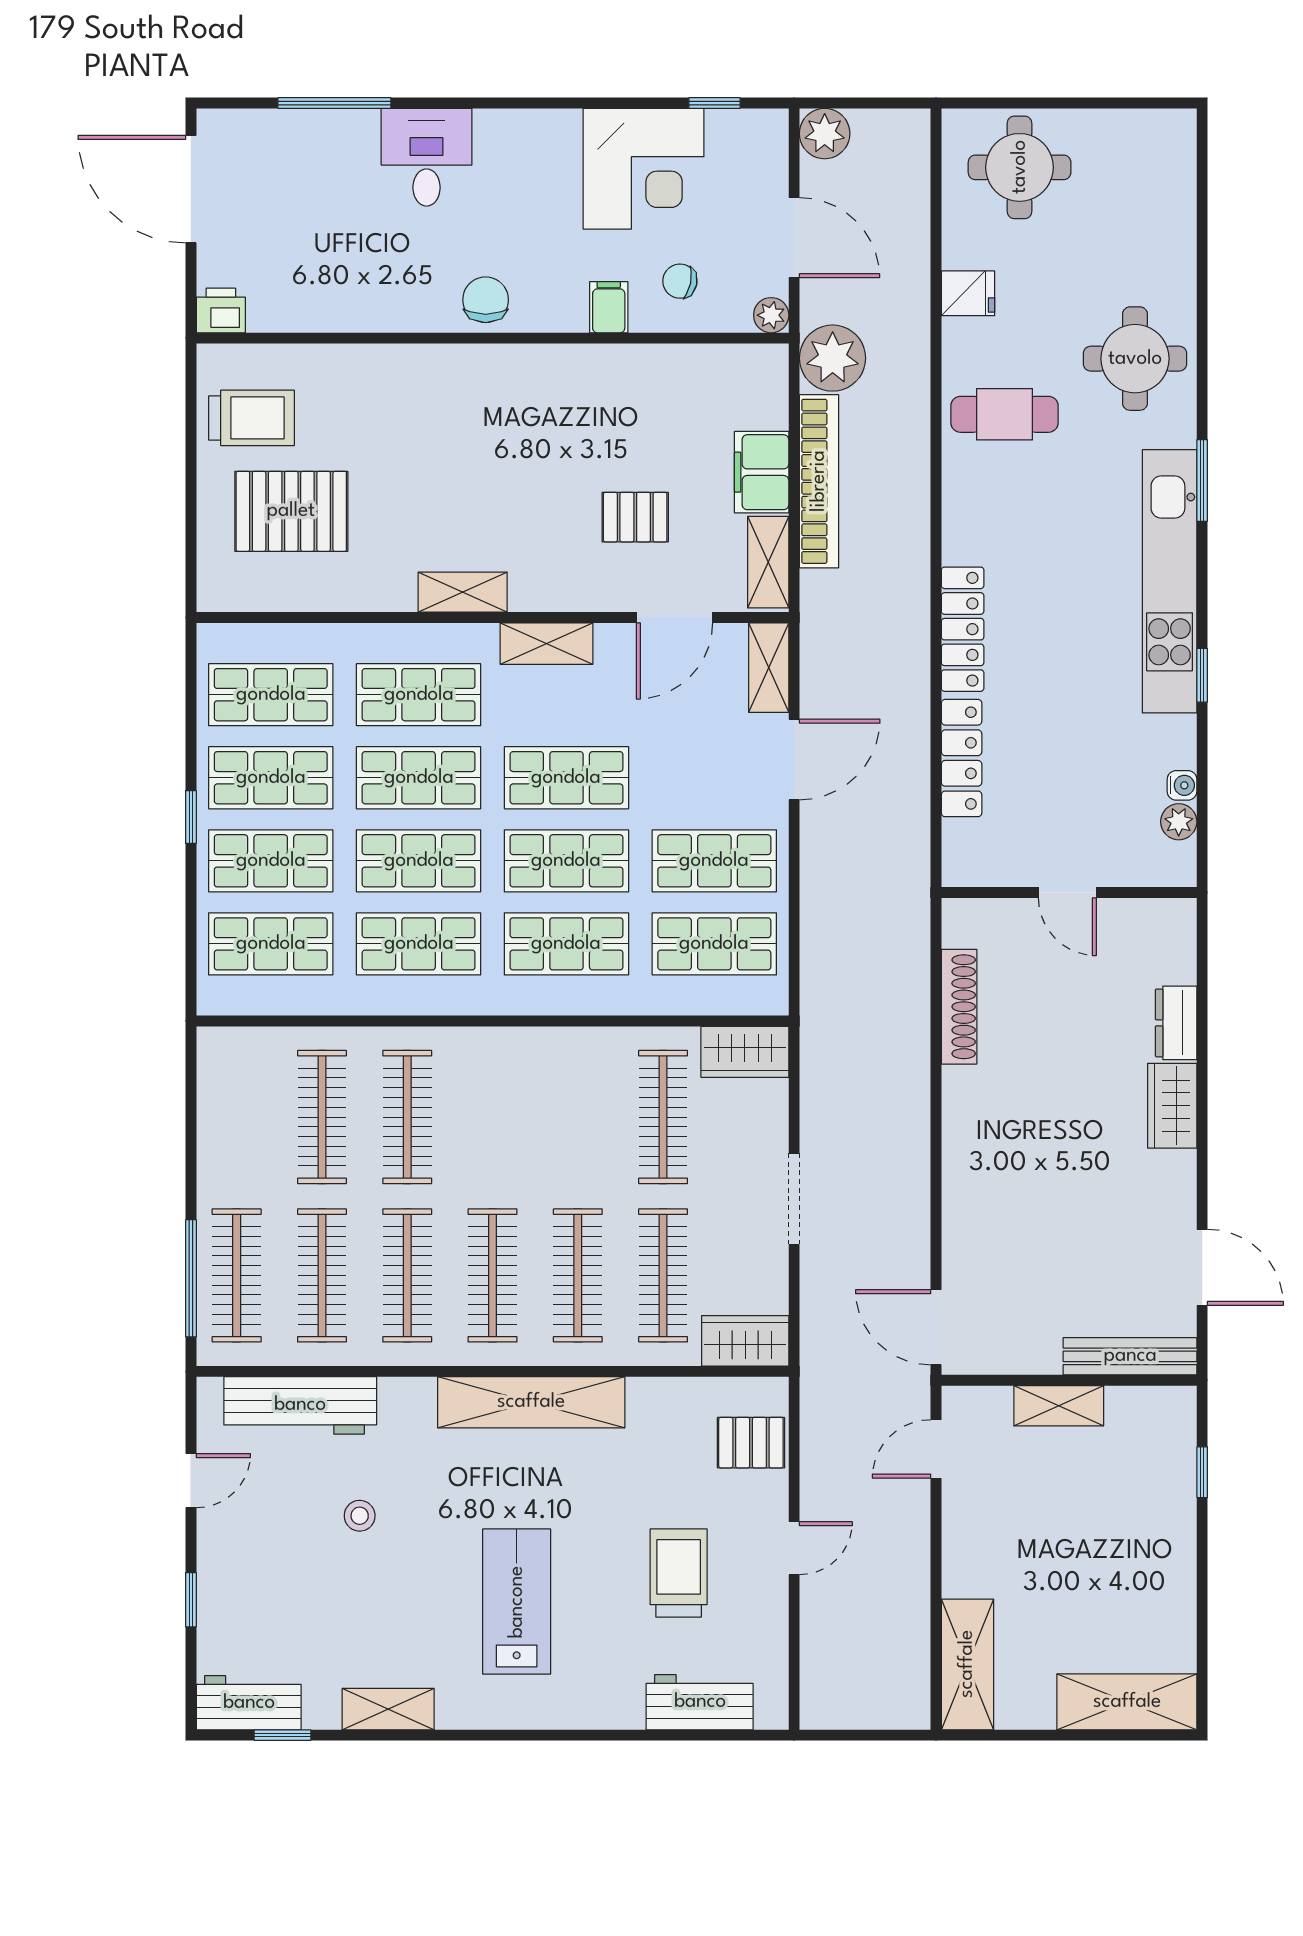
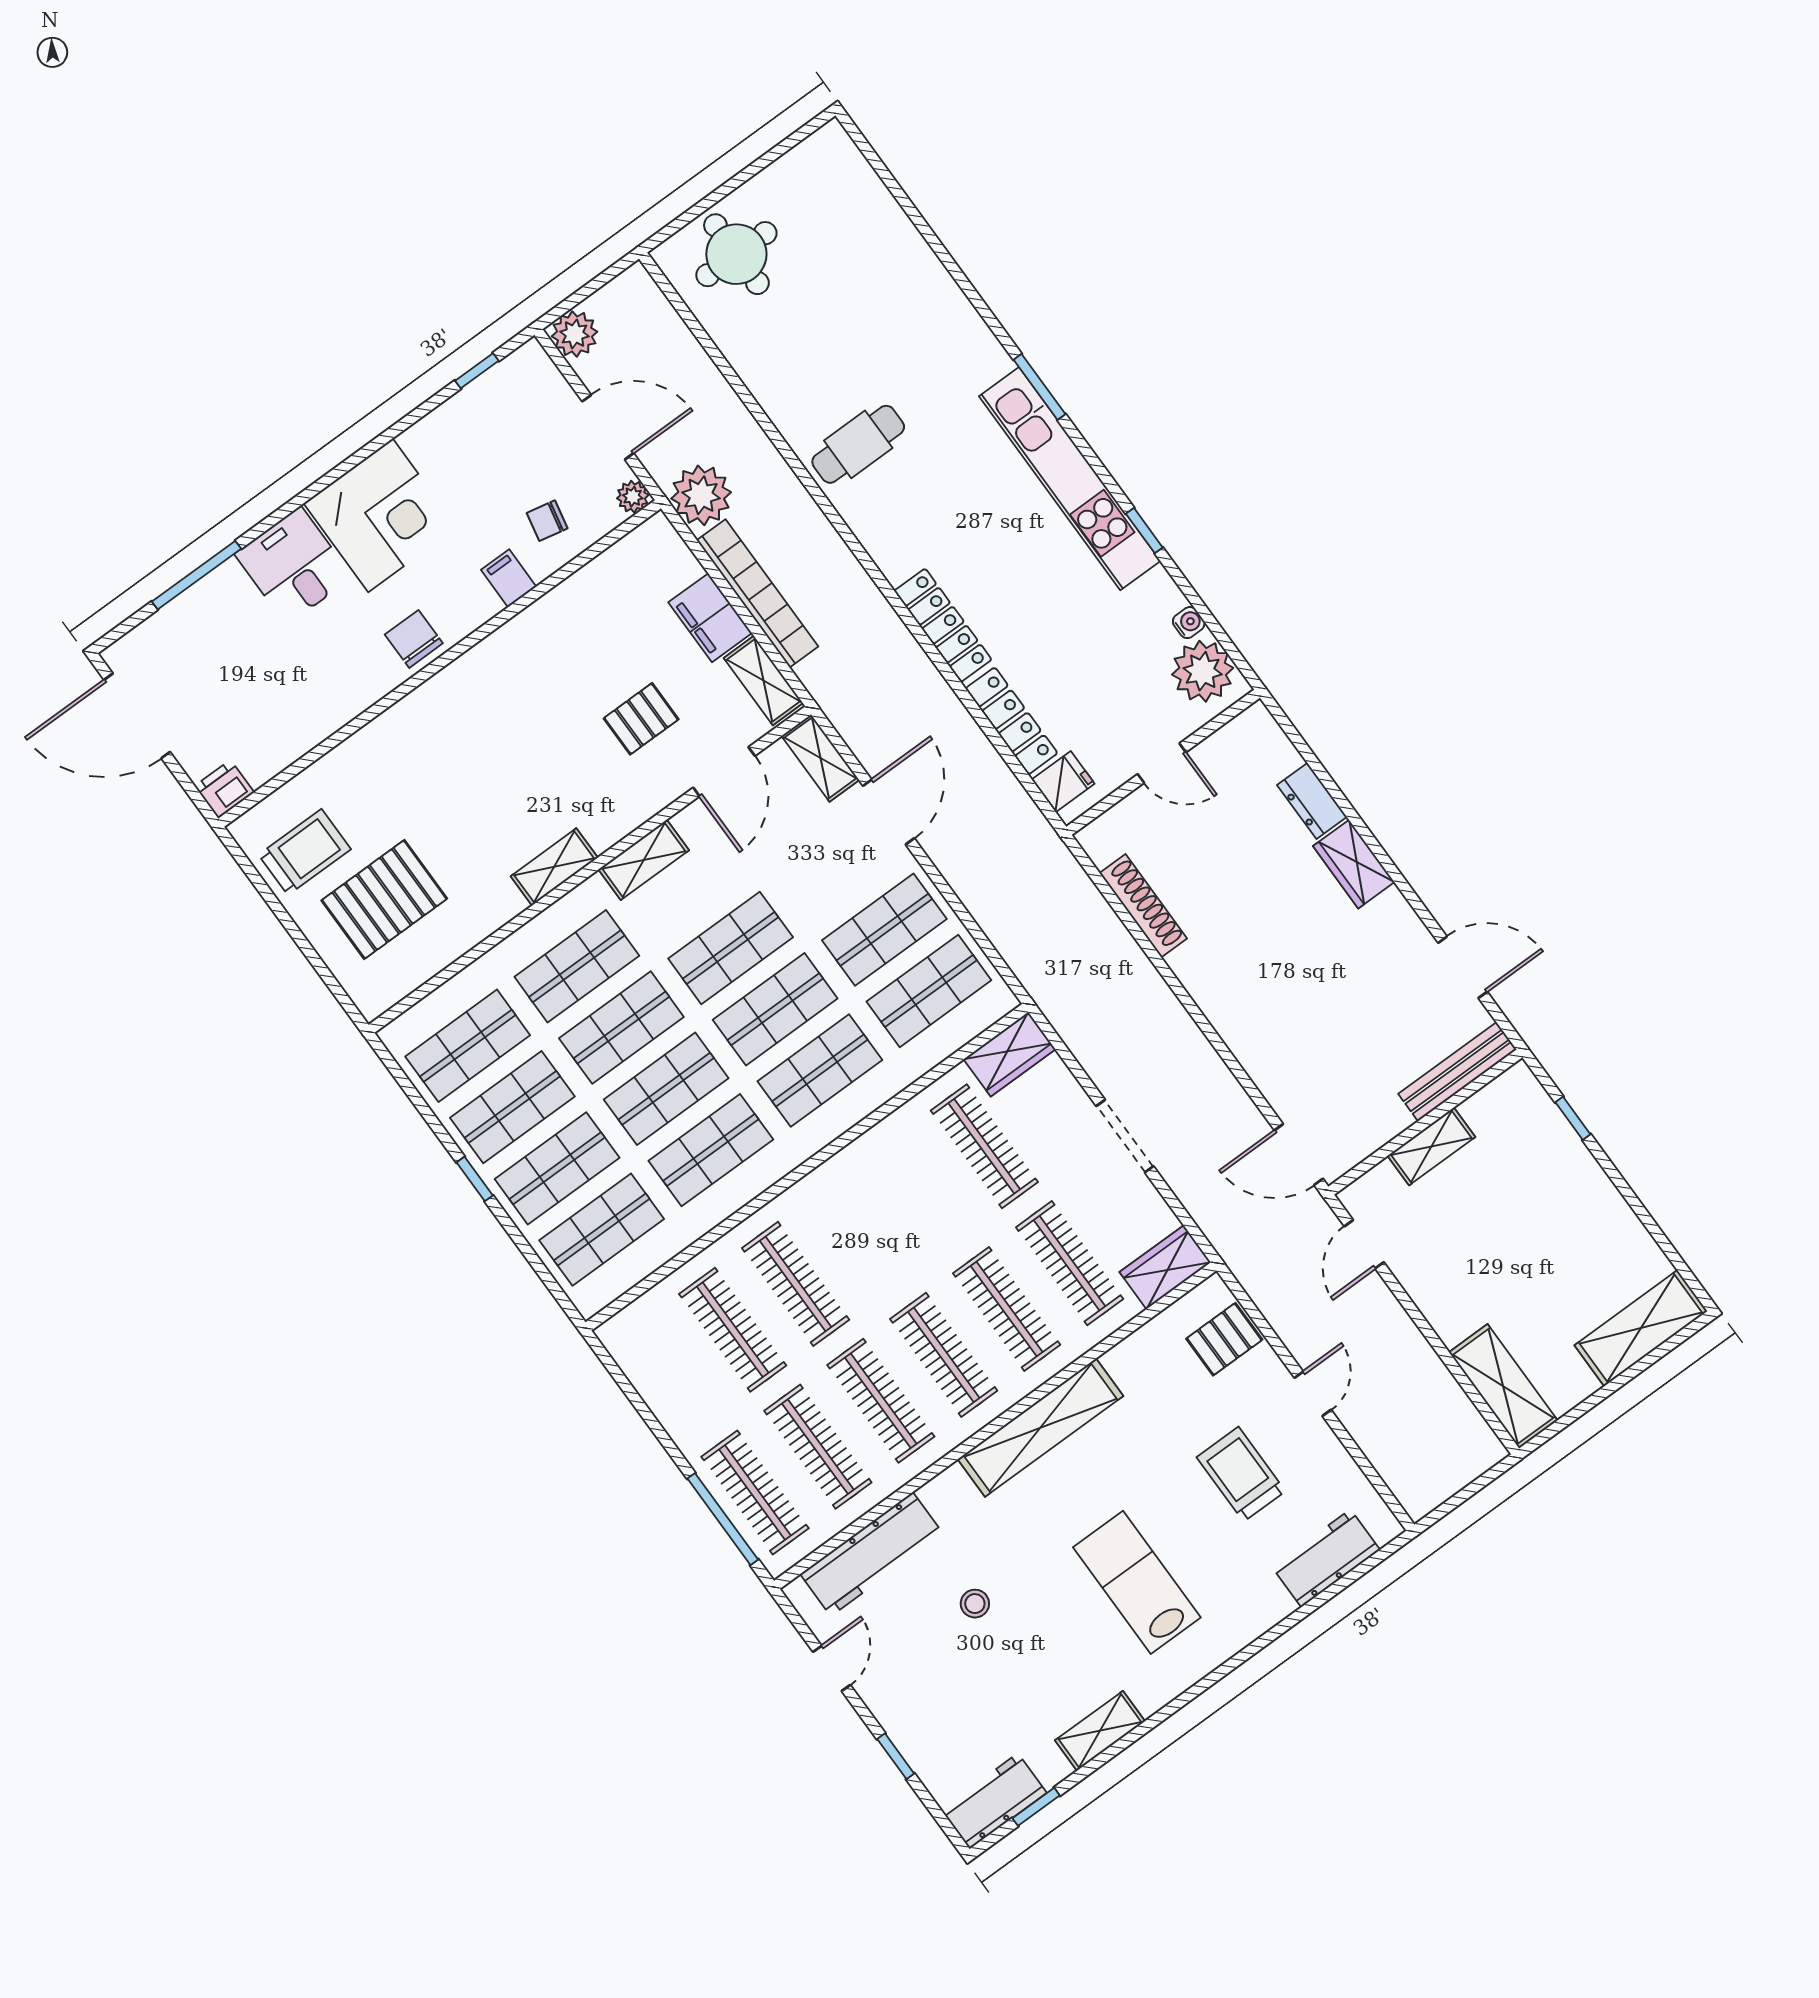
corner desk: (644, 169) -> (380, 515), moved
fridge: (968, 293) -> (1063, 782), moved
round table: (1135, 359) -> (924, 333), removed
plant: (1179, 822) -> (1203, 671), width x1.87, depth x1.87

